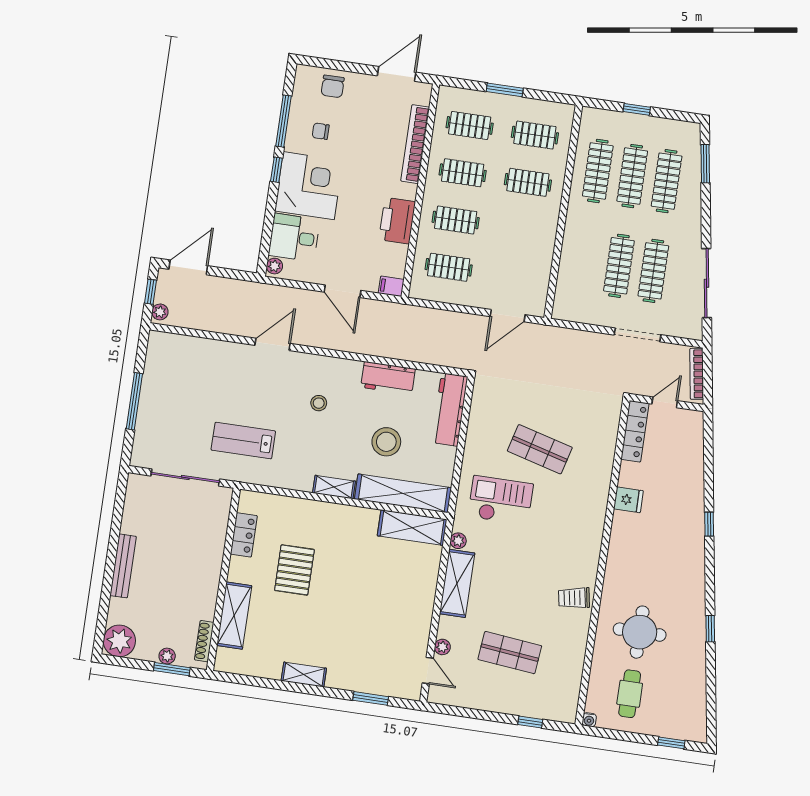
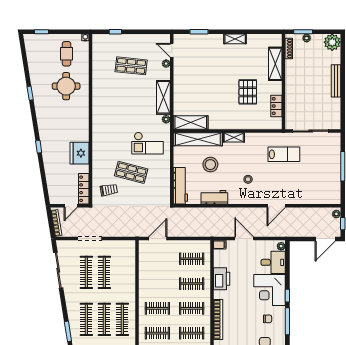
fridge: (628, 500) -> (79, 153), width x1.88, depth x1.34
trolley: (574, 598) -> (109, 190), moved

